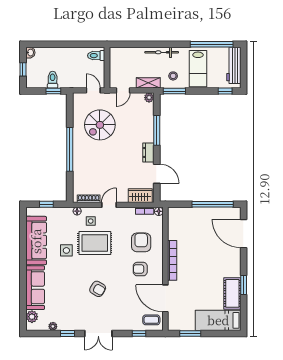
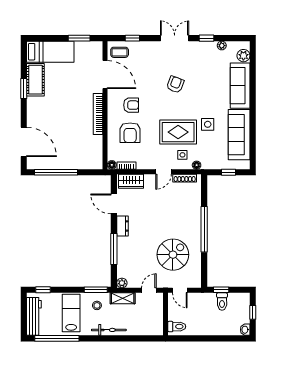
armchair: (98, 289) -> (175, 84), turned 80

